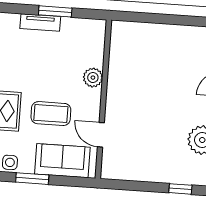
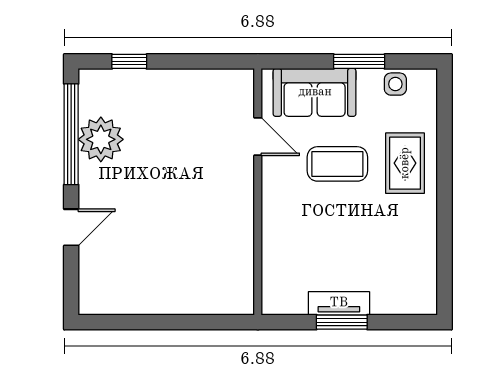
tv unit: (40, 23) -> (339, 303), moved
plant: (93, 78) -> (276, 224), removed

